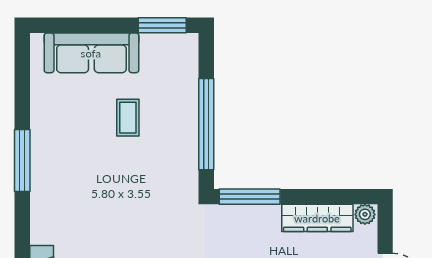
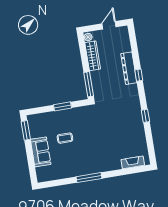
sofa: (91, 53) -> (41, 152), width x0.73
window: (206, 124) -> (62, 106), width x0.47

